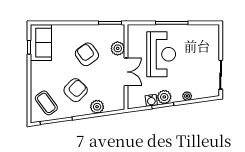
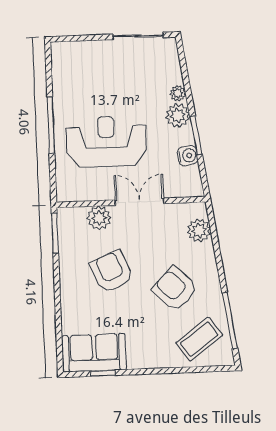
armchair: (87, 54) -> (112, 271), turned 103
plant: (164, 97) -> (178, 116), moved
plant: (97, 107) -> (199, 230), moved

